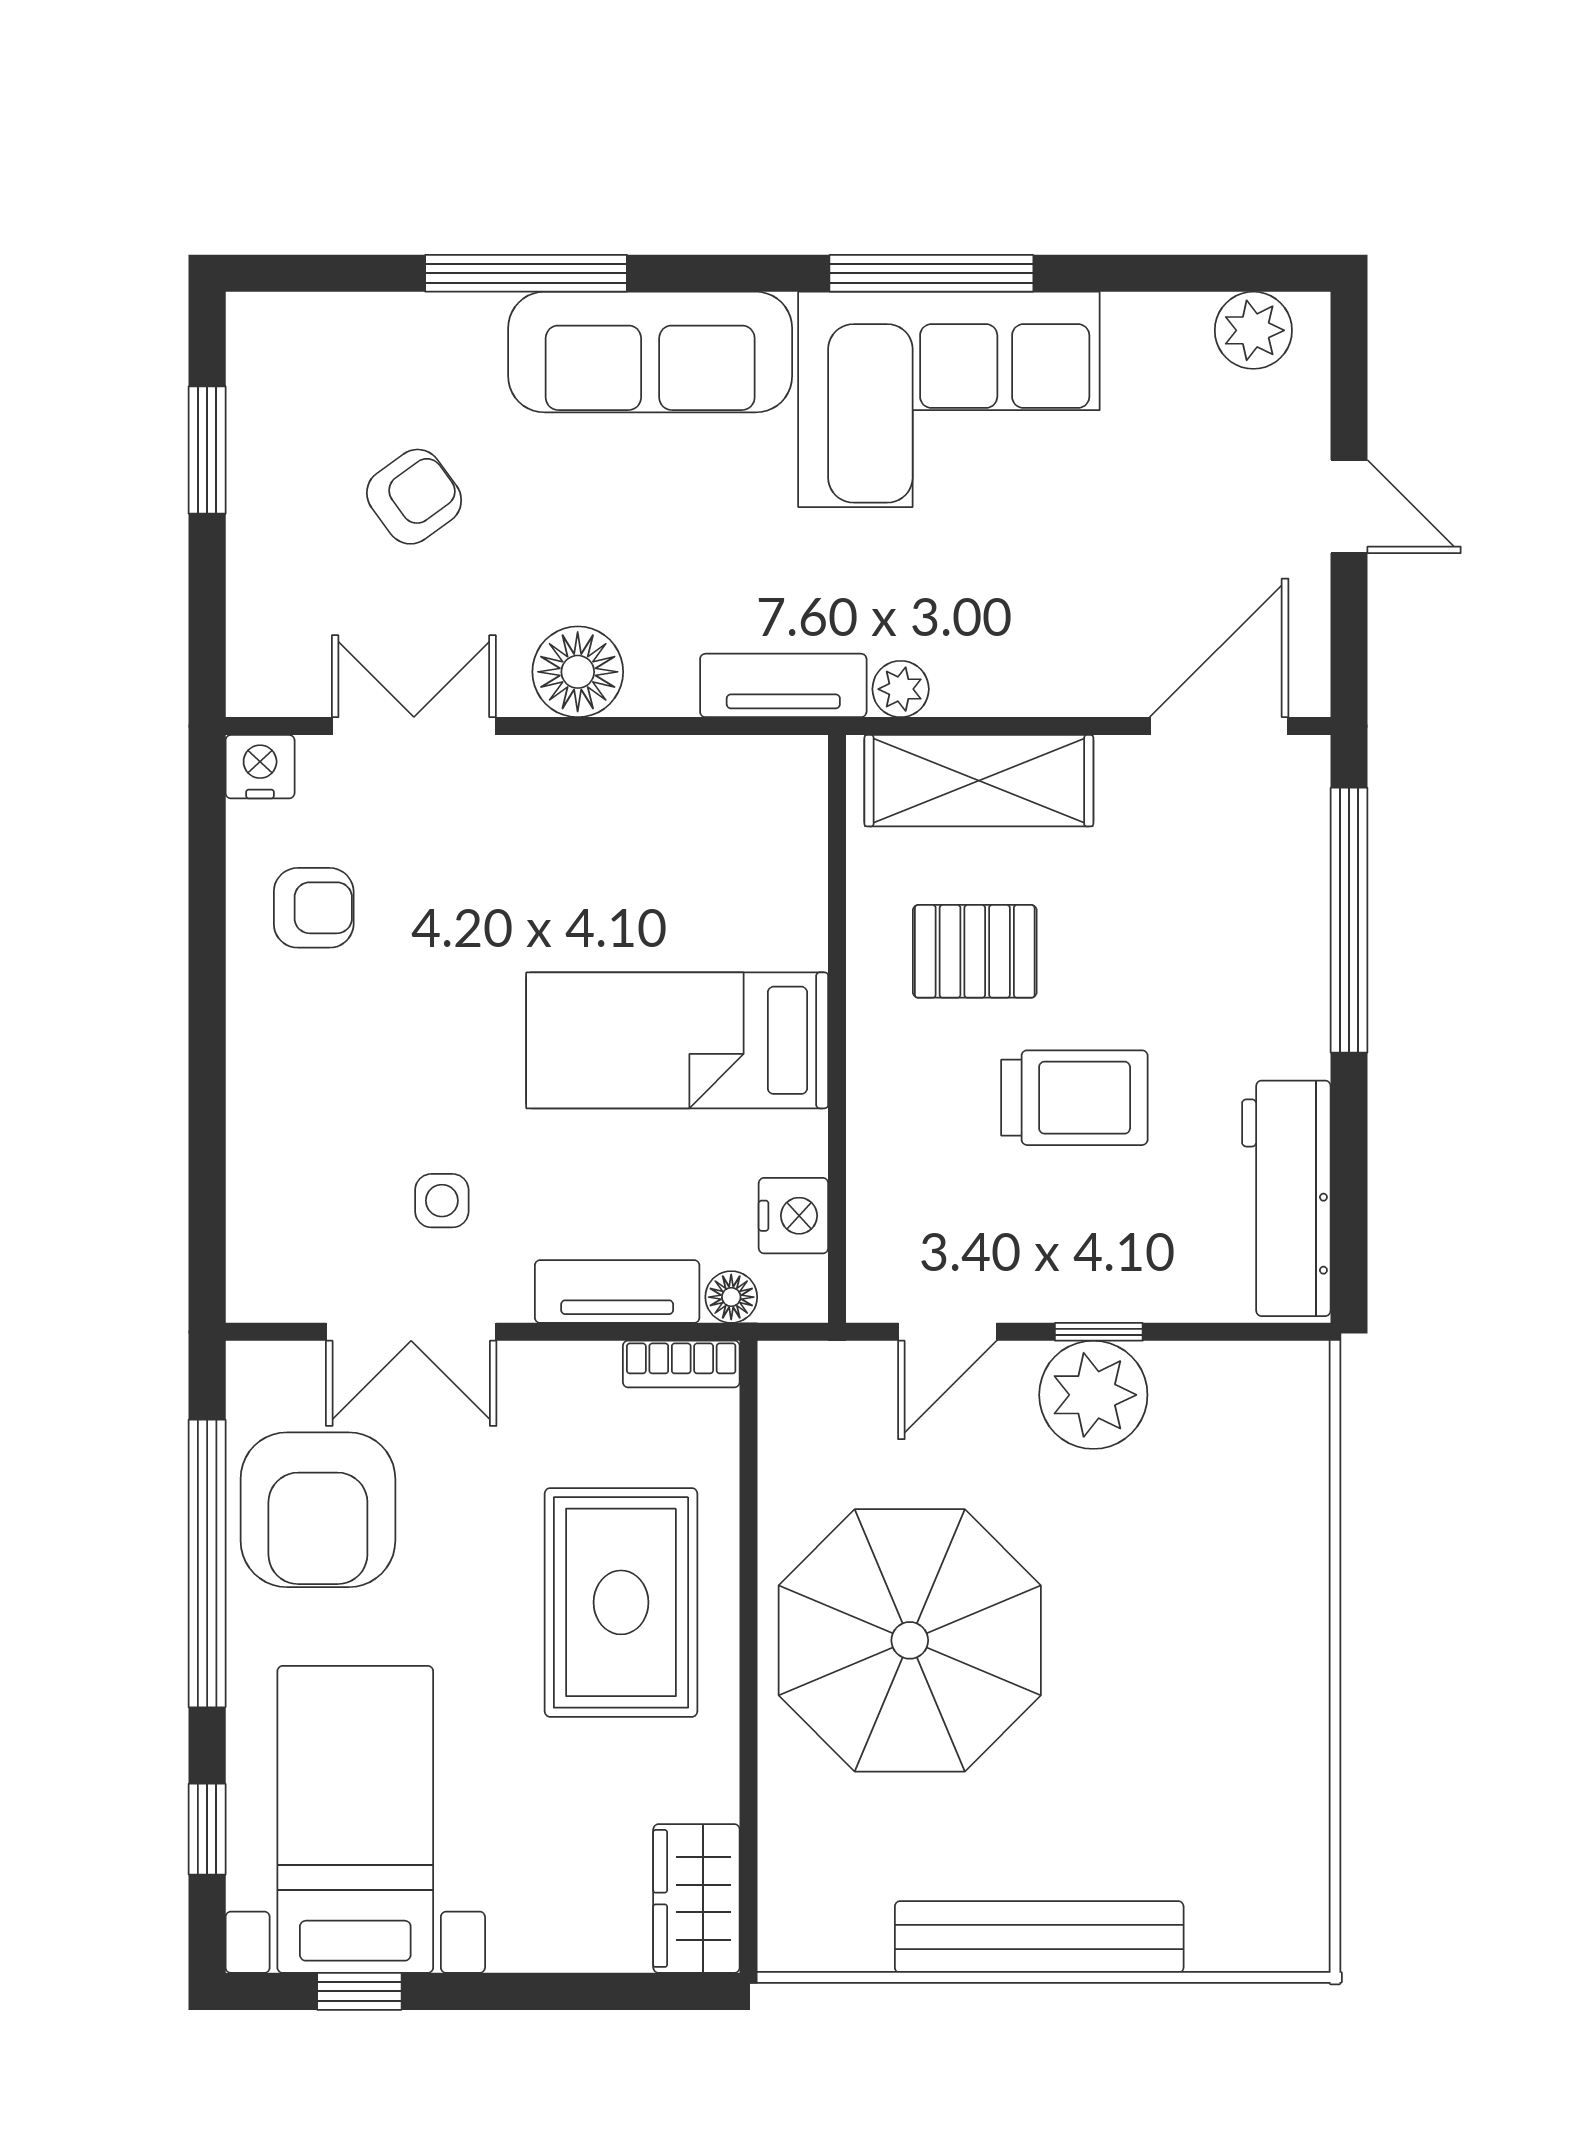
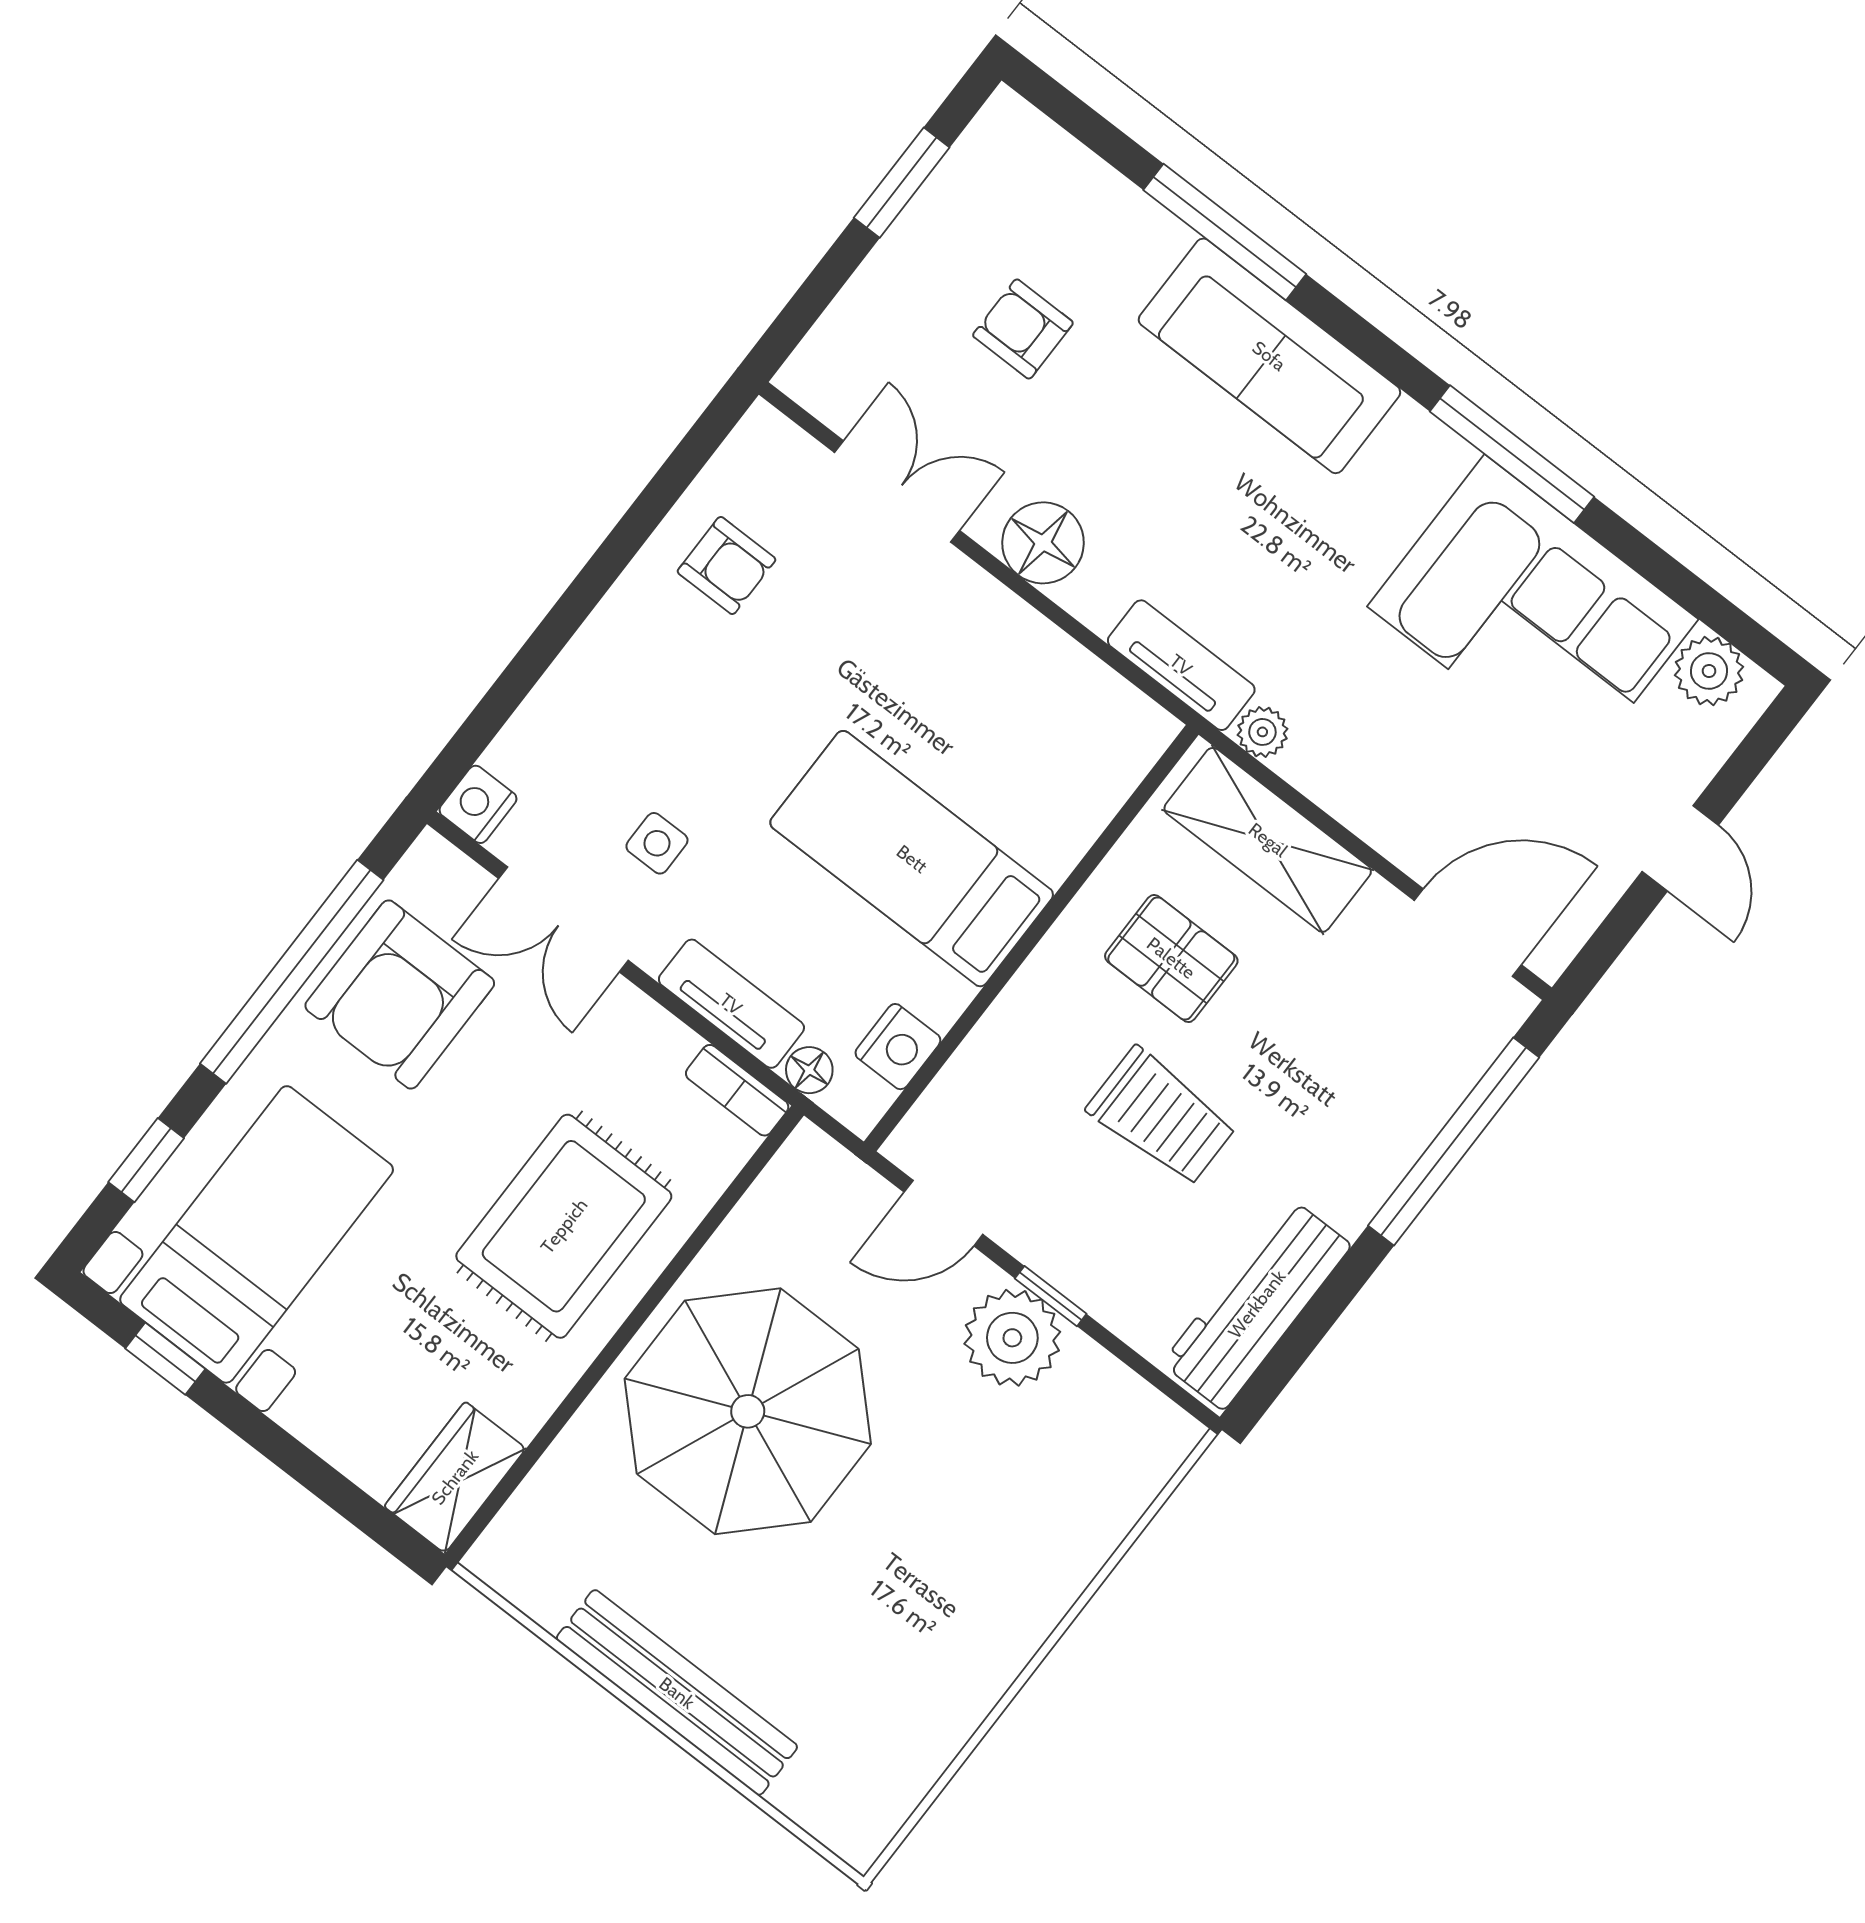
corner sofa: (949, 399) -> (1533, 613), moved
armchair: (414, 497) -> (1023, 329), turned -144
nightstand: (260, 767) -> (478, 804), moved, turned -90

